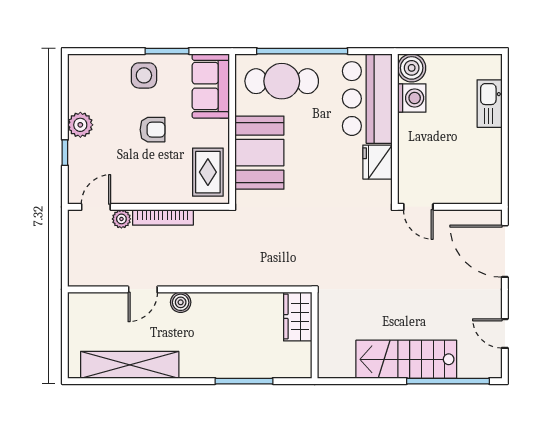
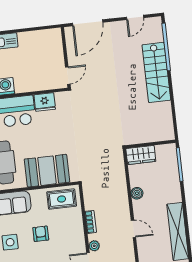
bookcase: (163, 217) -> (91, 222), width x0.64
boiler: (181, 302) -> (137, 193), moved
wardrobe: (298, 317) -> (141, 155), moved
wall: (315, 335) -> (150, 144), moved

